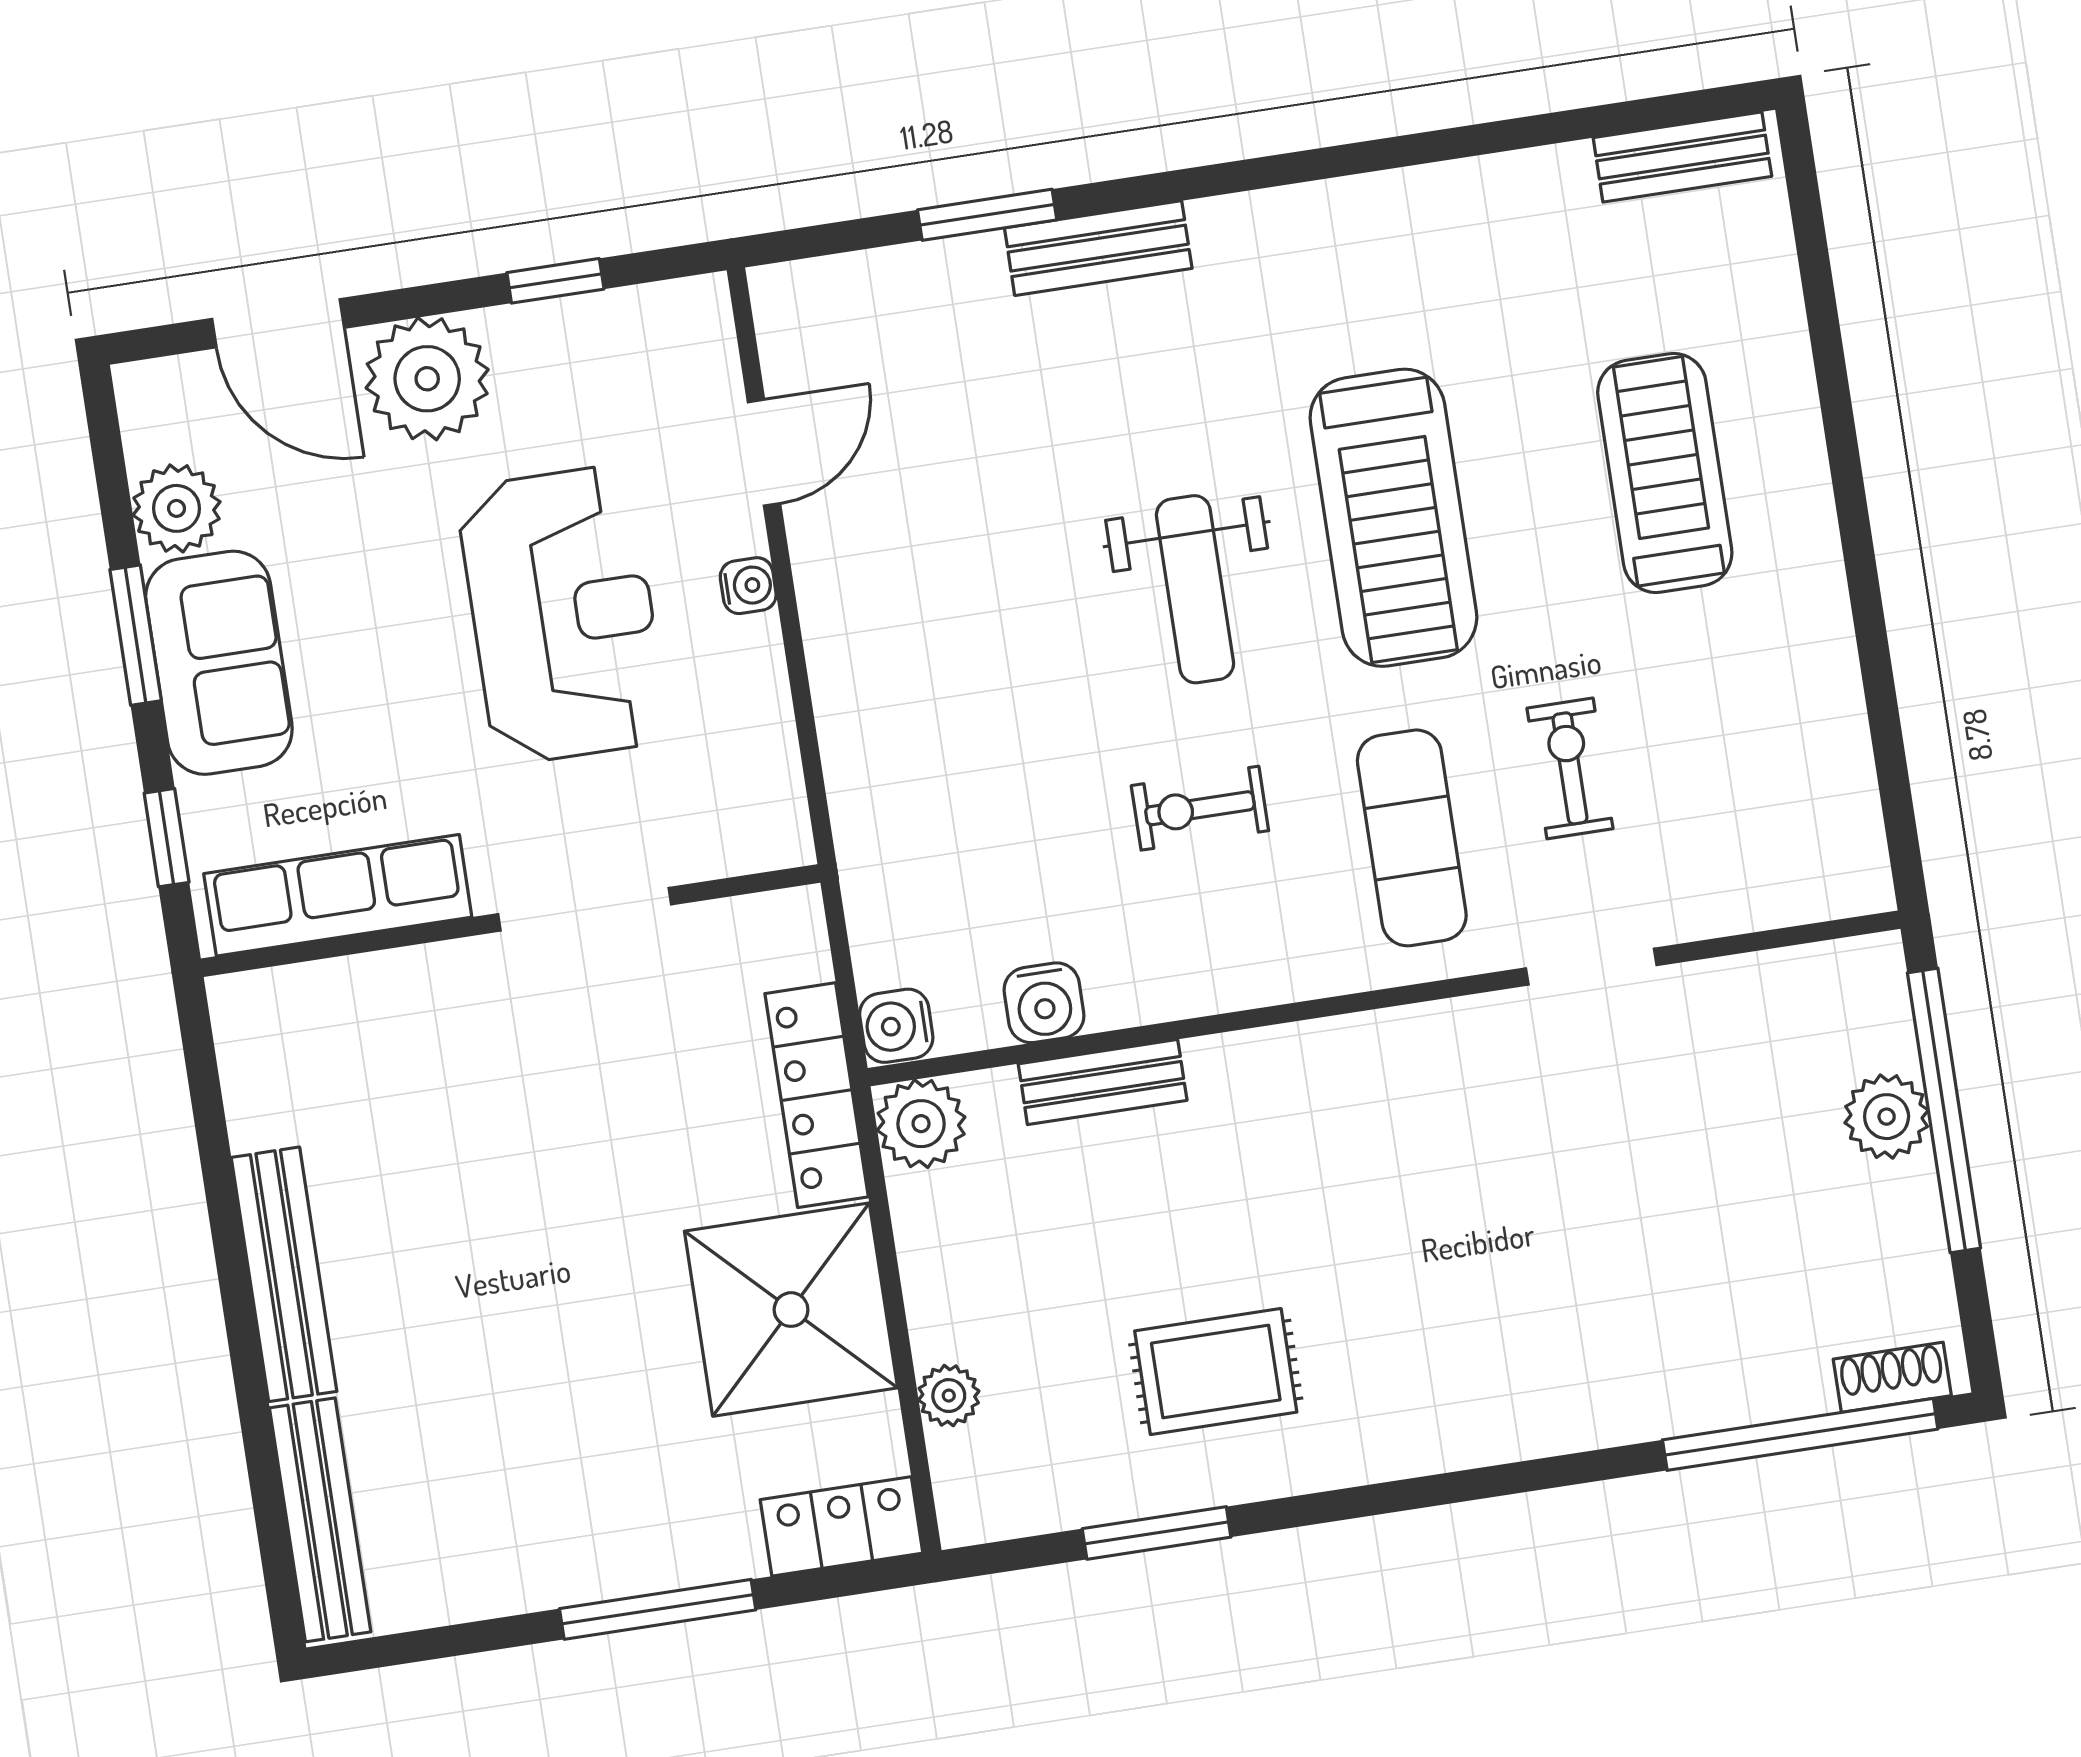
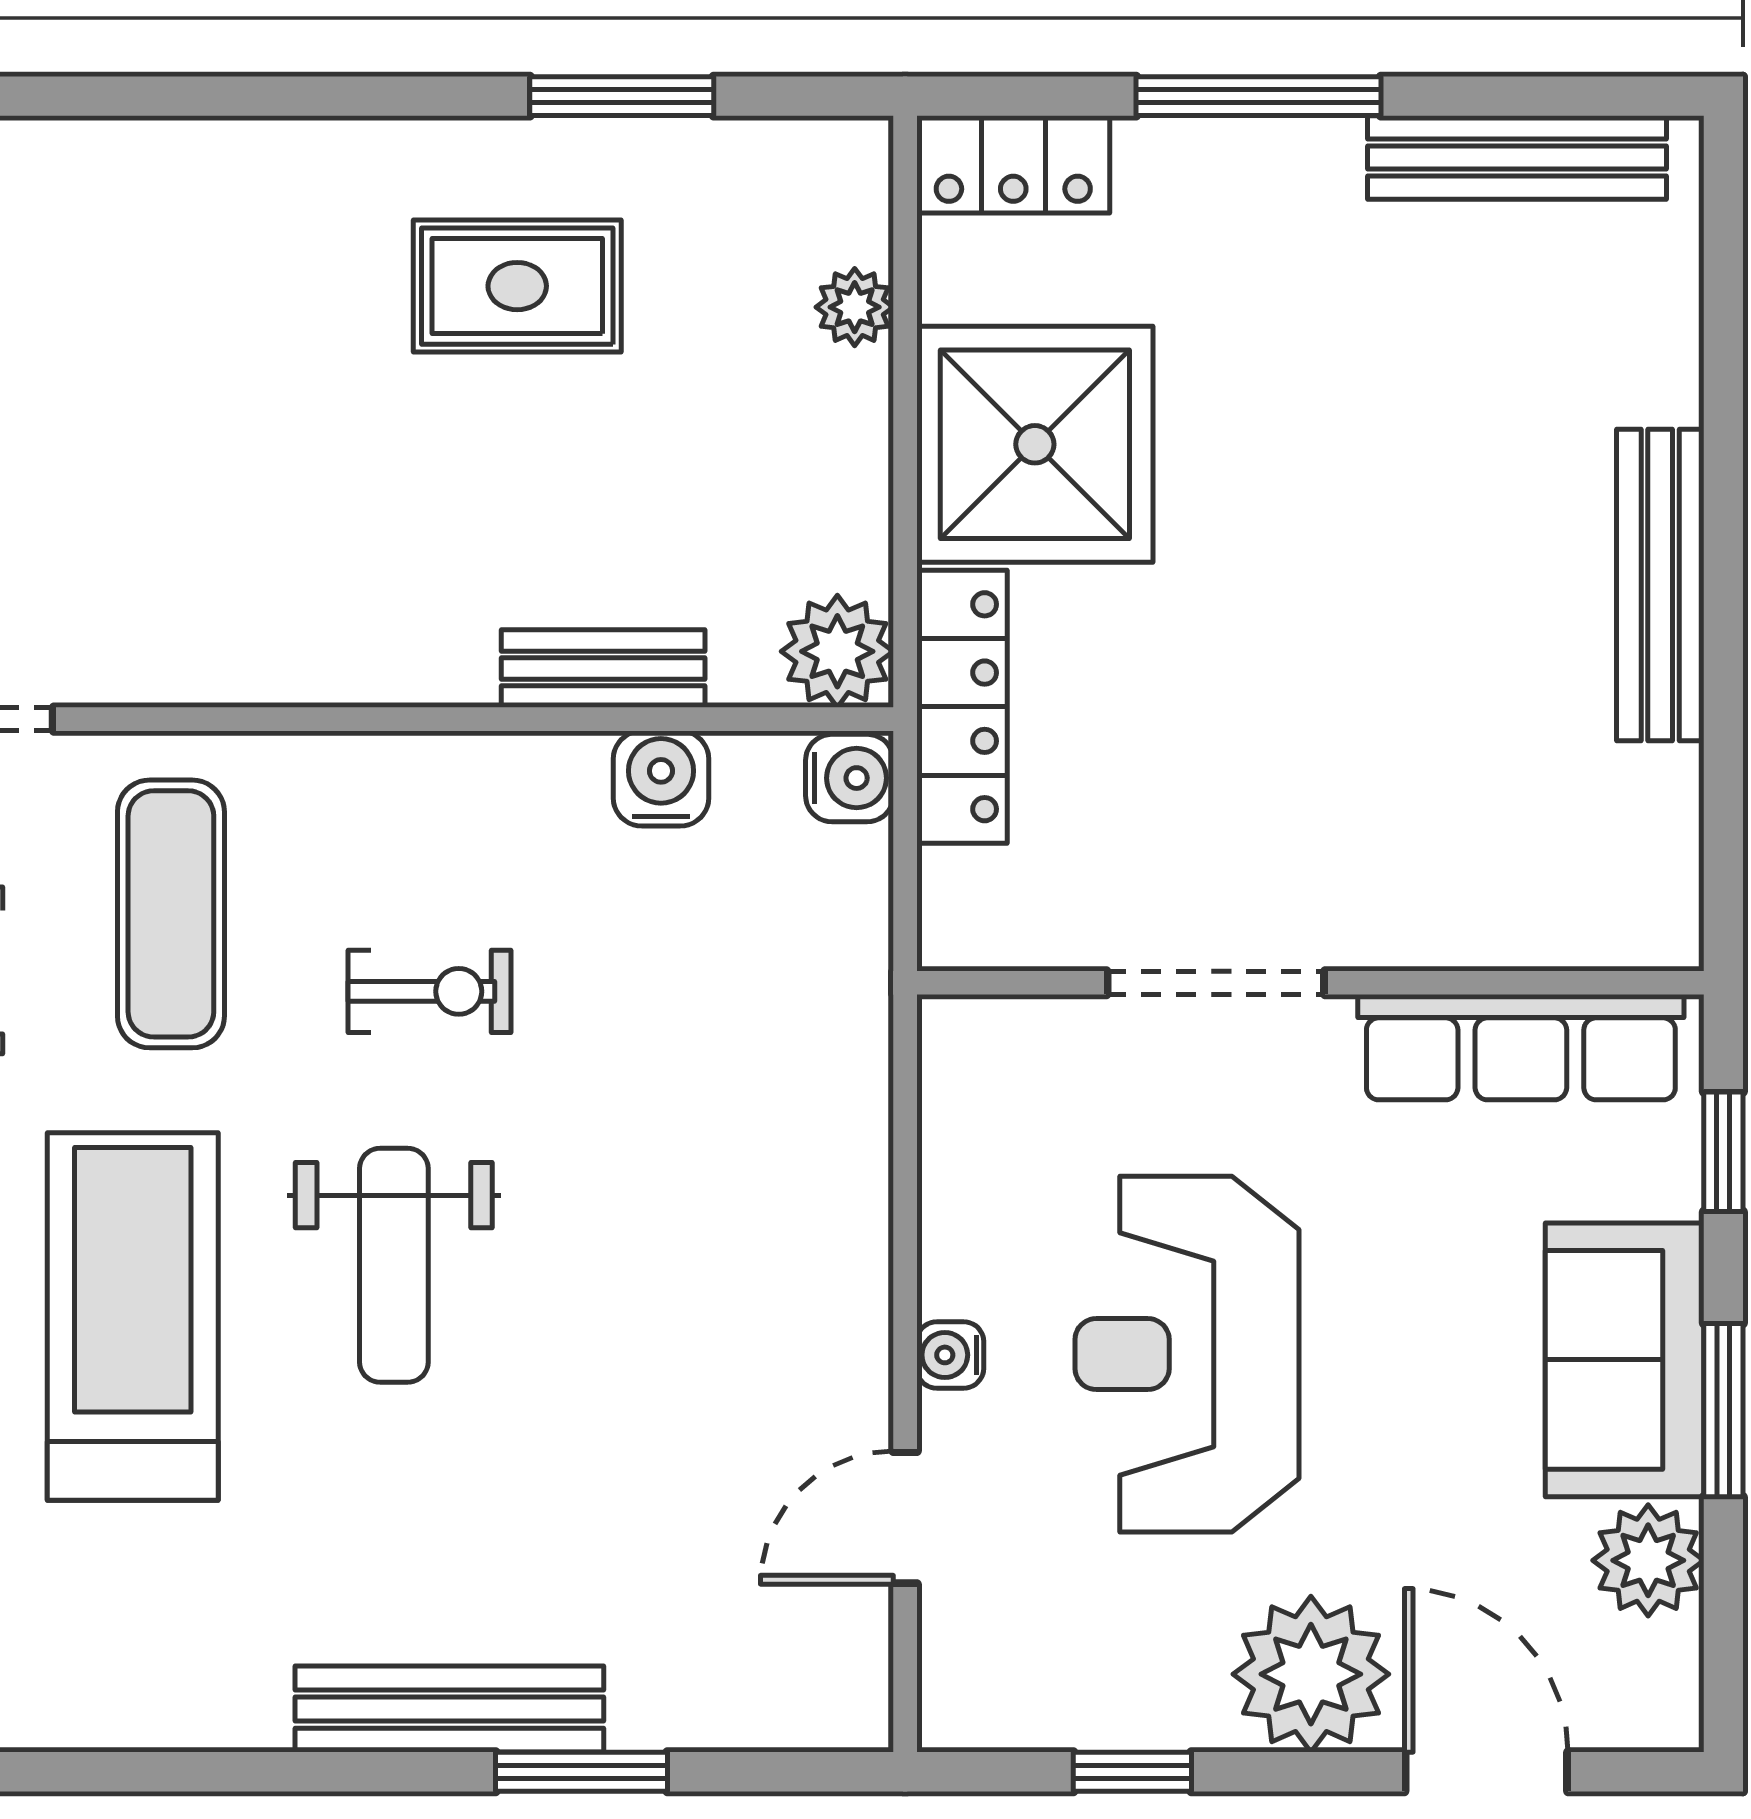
bench: (1098, 248) -> (449, 1709), width x1.36
weight bench: (1195, 589) -> (394, 1265), turned 180
bench: (320, 1520) -> (1517, 157), moved, turned 90

